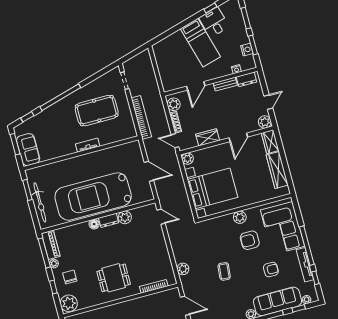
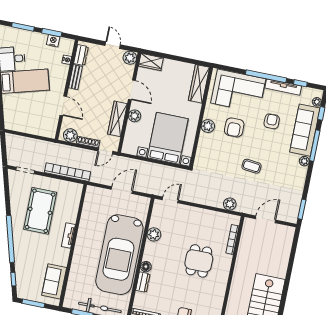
wardrobe: (208, 137) -> (117, 119), width x1.50
sofa: (28, 150) -> (54, 281), moved, turned -90
plant: (188, 159) -> (135, 116), moved
wardrobe: (277, 170) -> (199, 84), moved, turned 90
dresser: (109, 220) -> (143, 282), moved
dining table: (114, 278) -> (199, 261), moved

